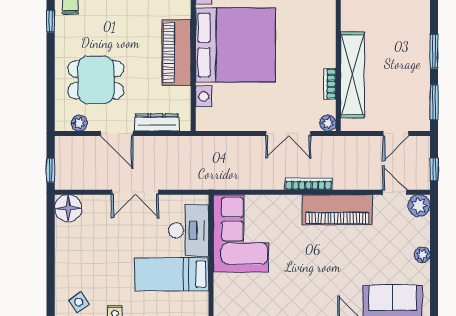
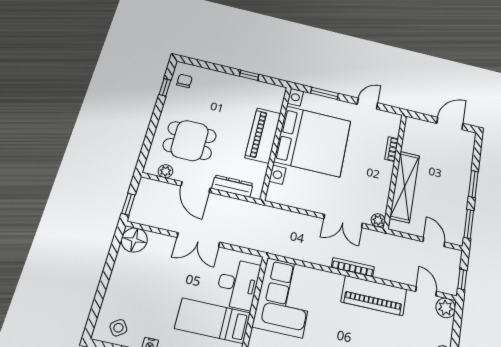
bookcase: (330, 84) -> (392, 149), moved
door: (396, 133) -> (434, 242), swing flipped

